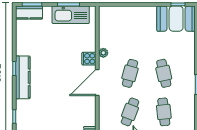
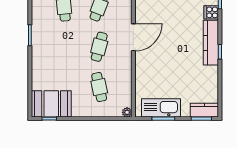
plant: (103, 53) -> (127, 112), moved
cooker: (89, 59) -> (211, 12), moved, turned 180
cafe table: (164, 73) -> (99, 87), moved

